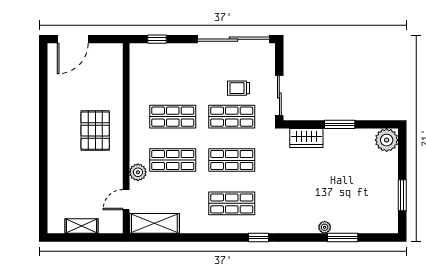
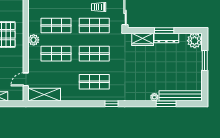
dresser: (343, 136) -> (166, 38), added
plant: (138, 172) -> (34, 40), moved
window: (402, 195) -> (205, 60), moved
bench: (365, 225) -> (181, 96), added

